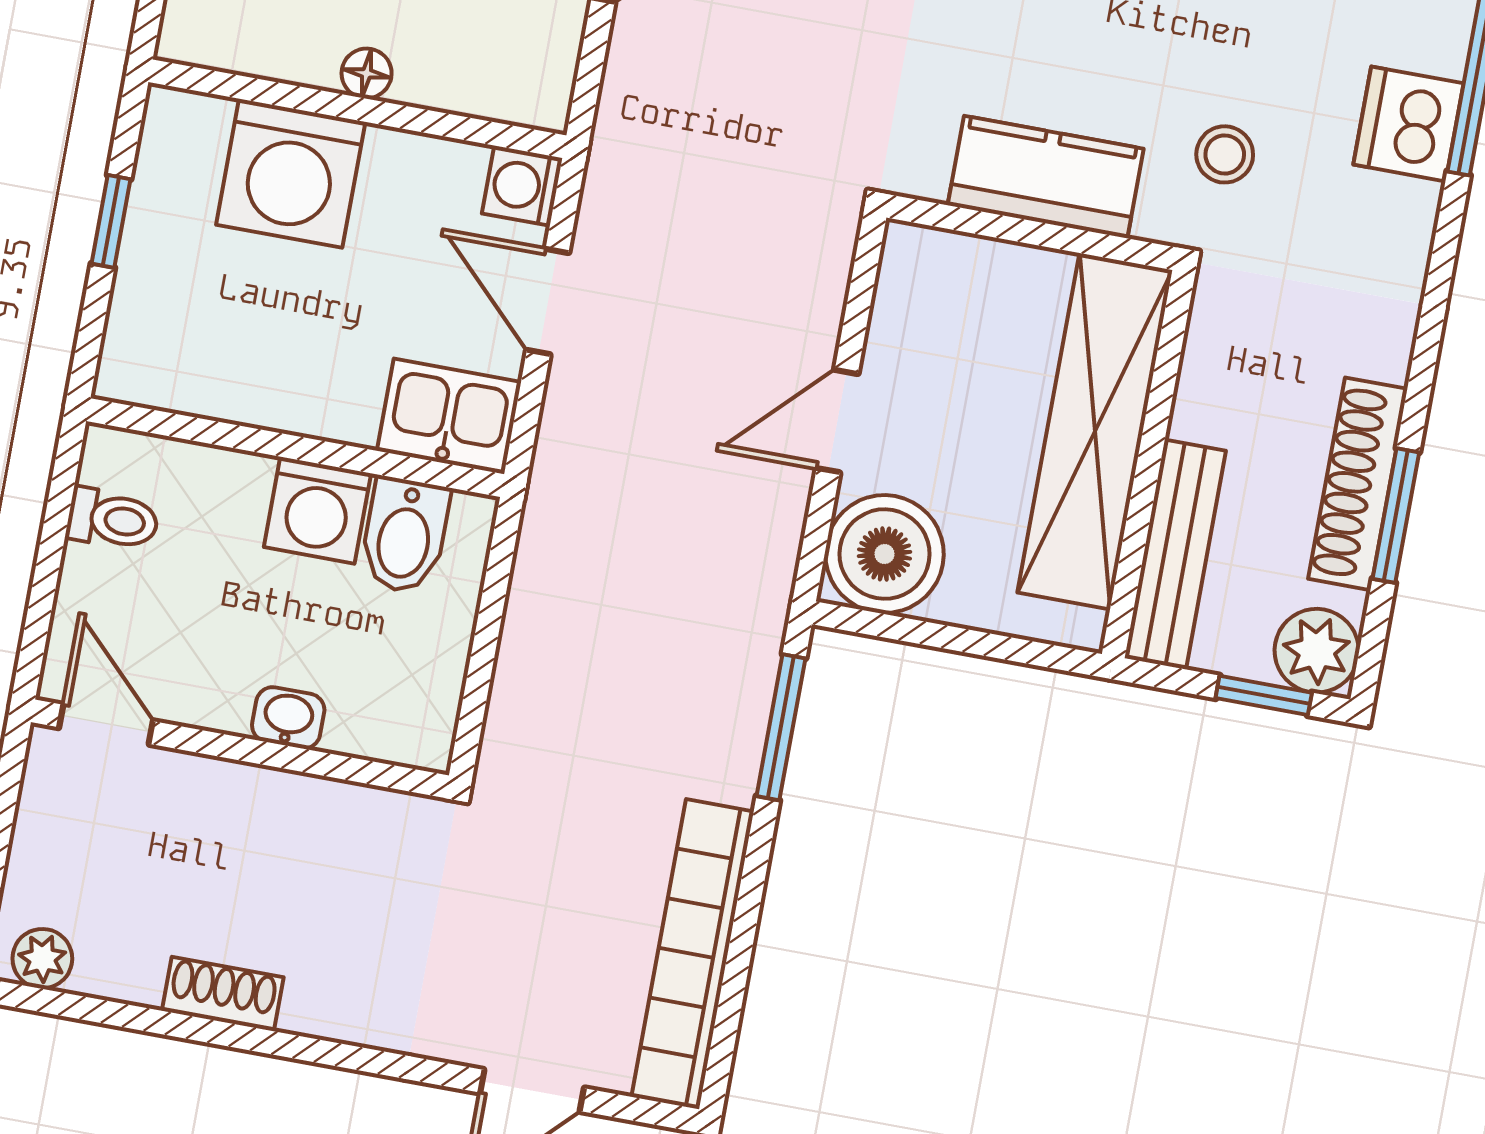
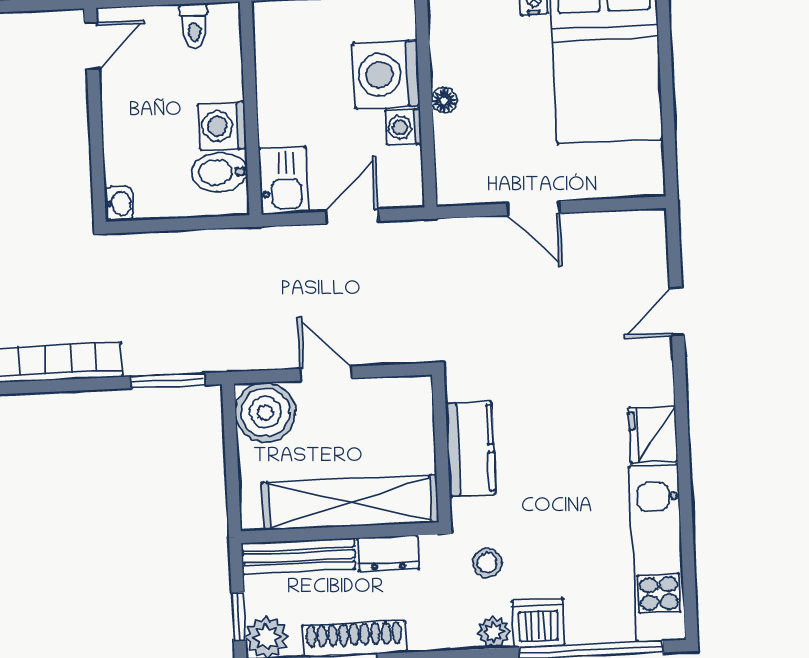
stool: (1225, 154) -> (487, 563), moved
washing machine: (522, 186) -> (403, 127), moved, turned -90
plant: (1407, 213) -> (494, 632), added
dresser: (1209, 381) -> (388, 553), added
washbasin: (288, 718) -> (119, 204), moved

